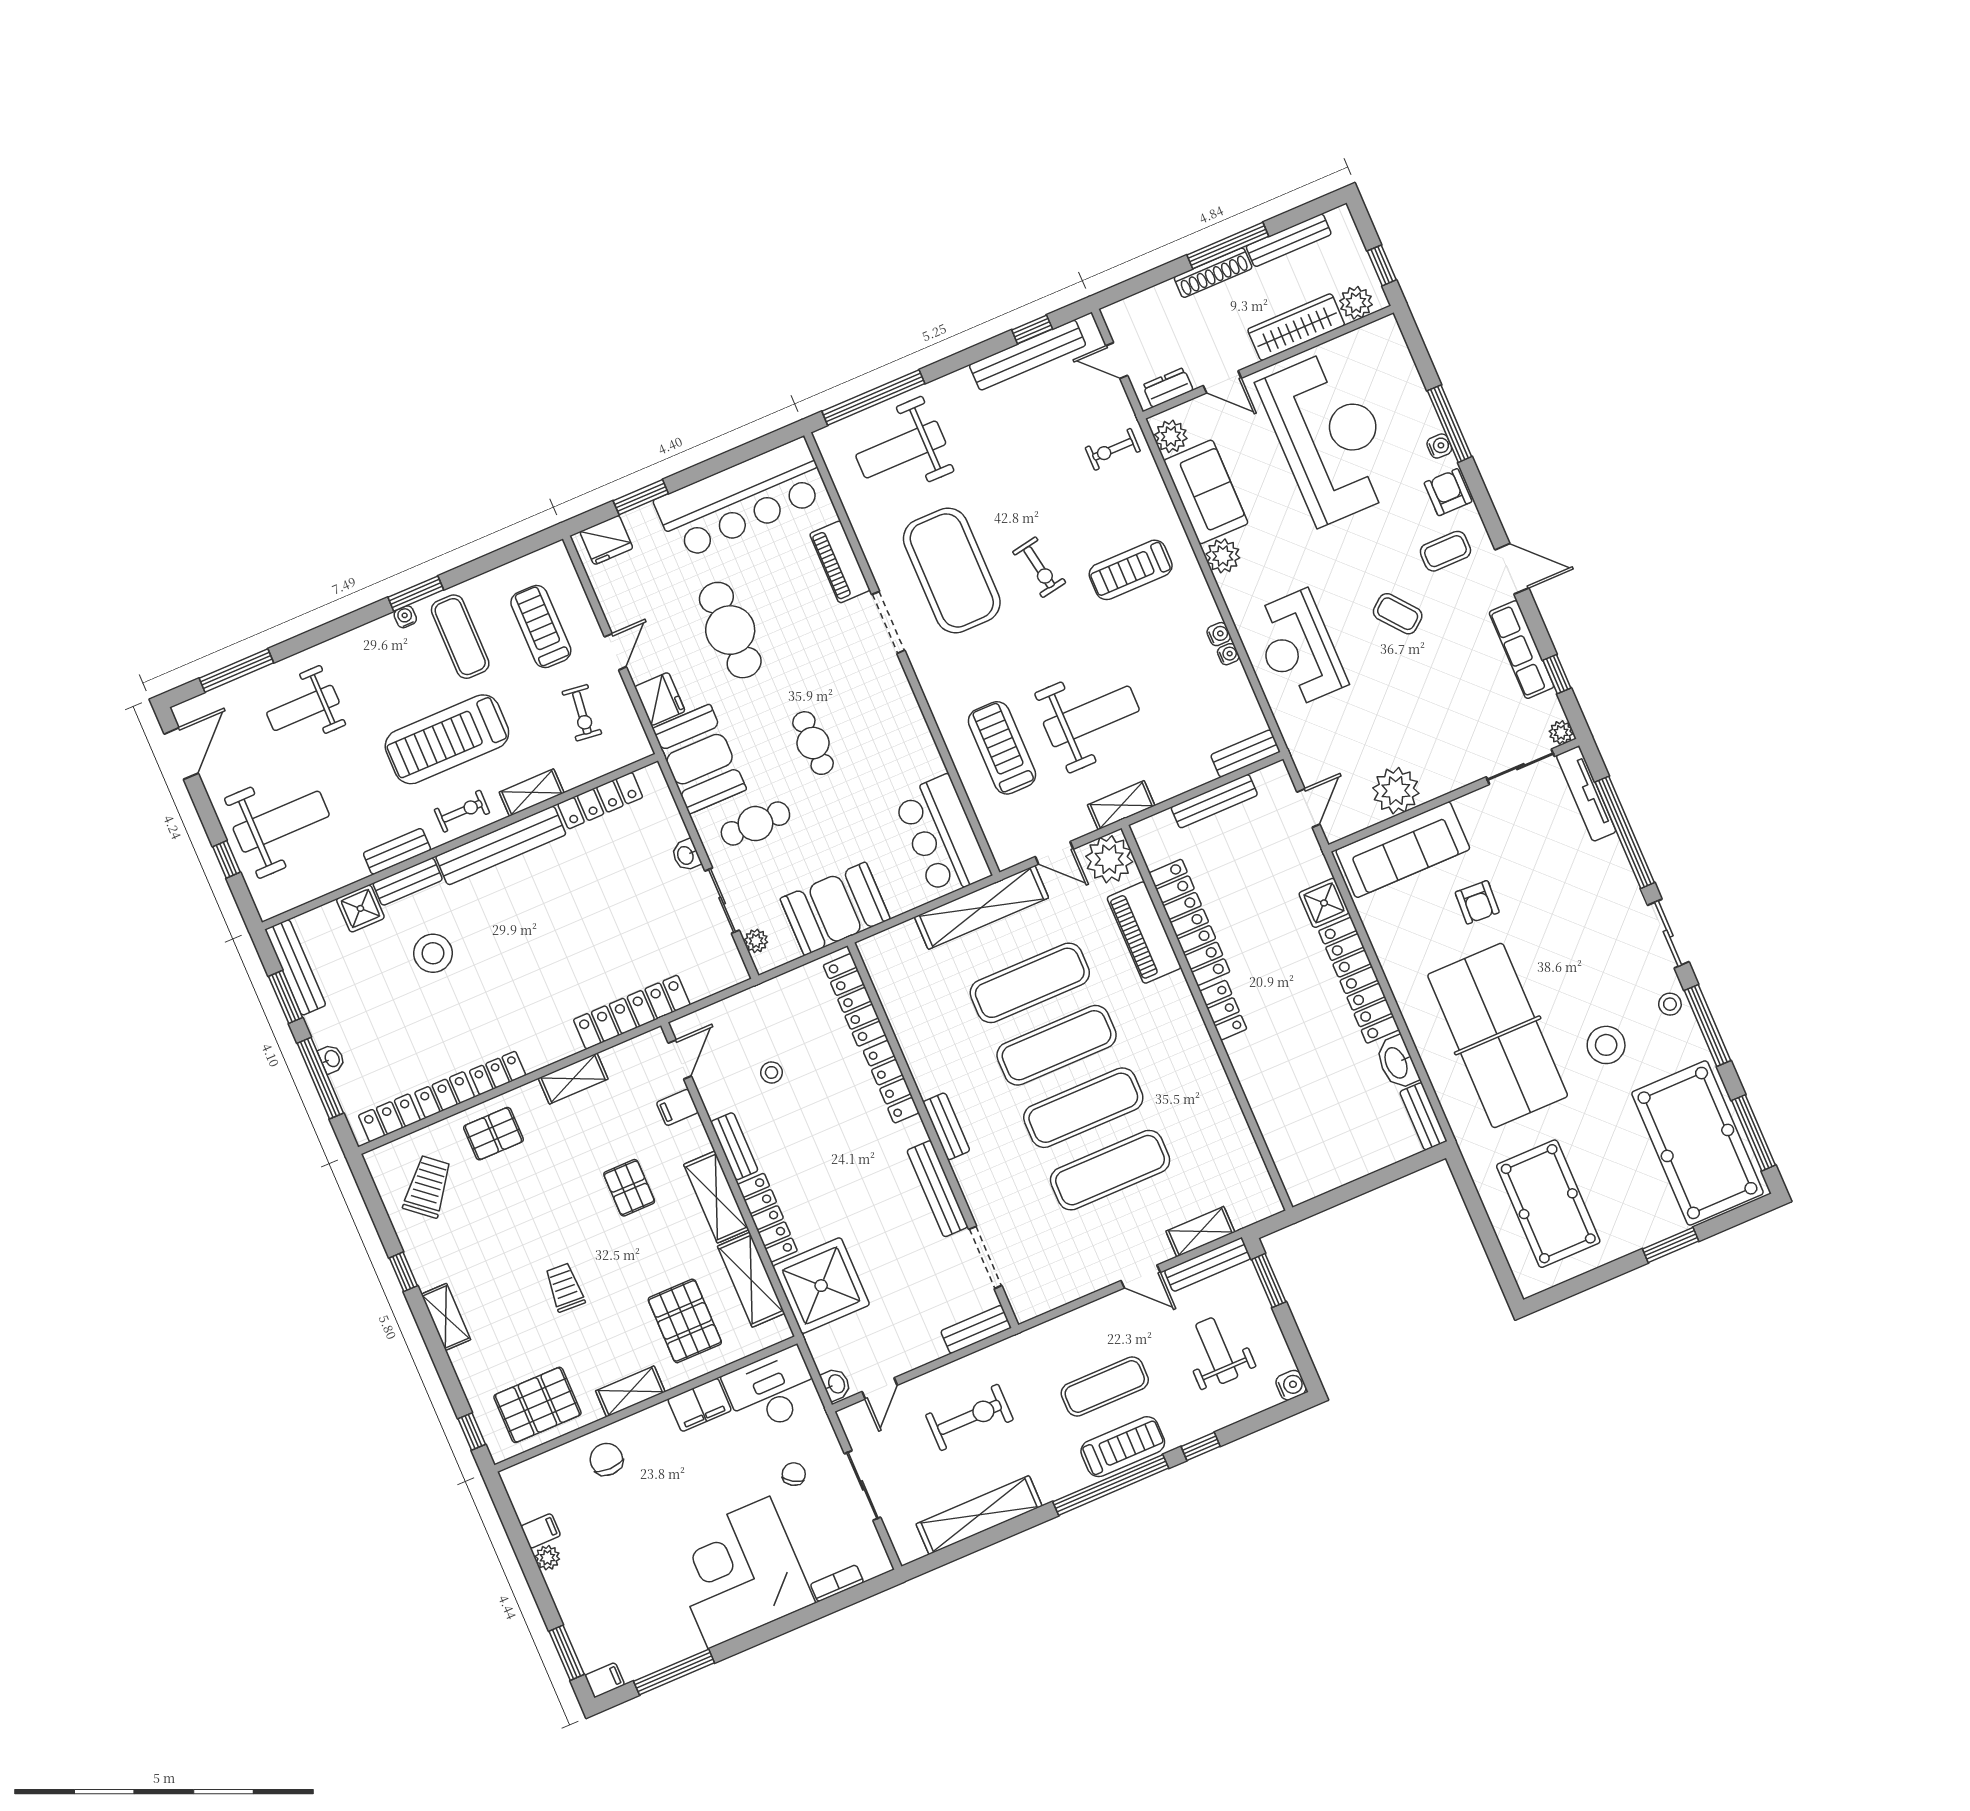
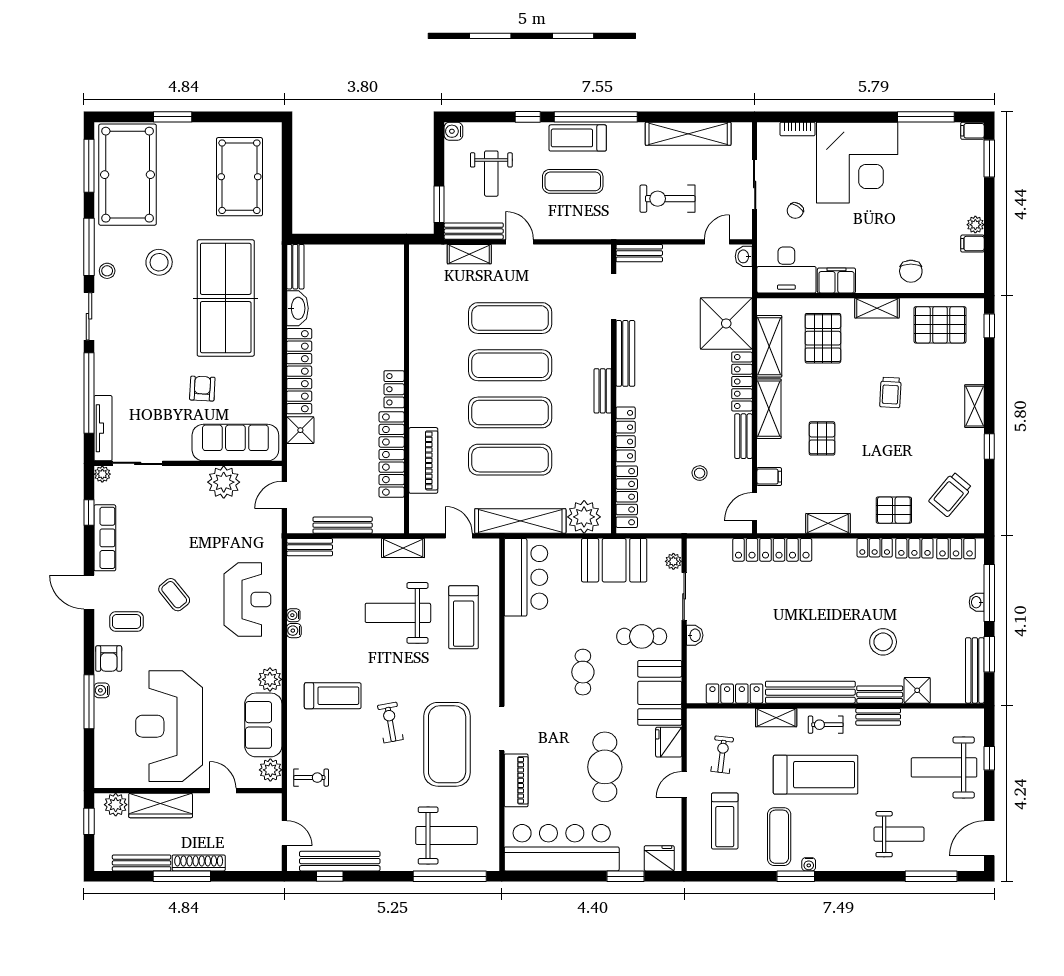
dresser: (1168, 388) -> (259, 802), removed
plant: (1109, 859) -> (584, 517), moved

